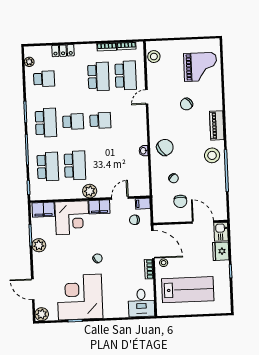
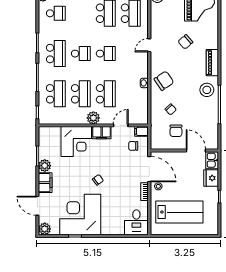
door: (147, 97) -> (149, 45), moved
school desk: (102, 164) -> (106, 94), added
filing cabinet: (43, 210) -> (45, 183), moved, turned -90

